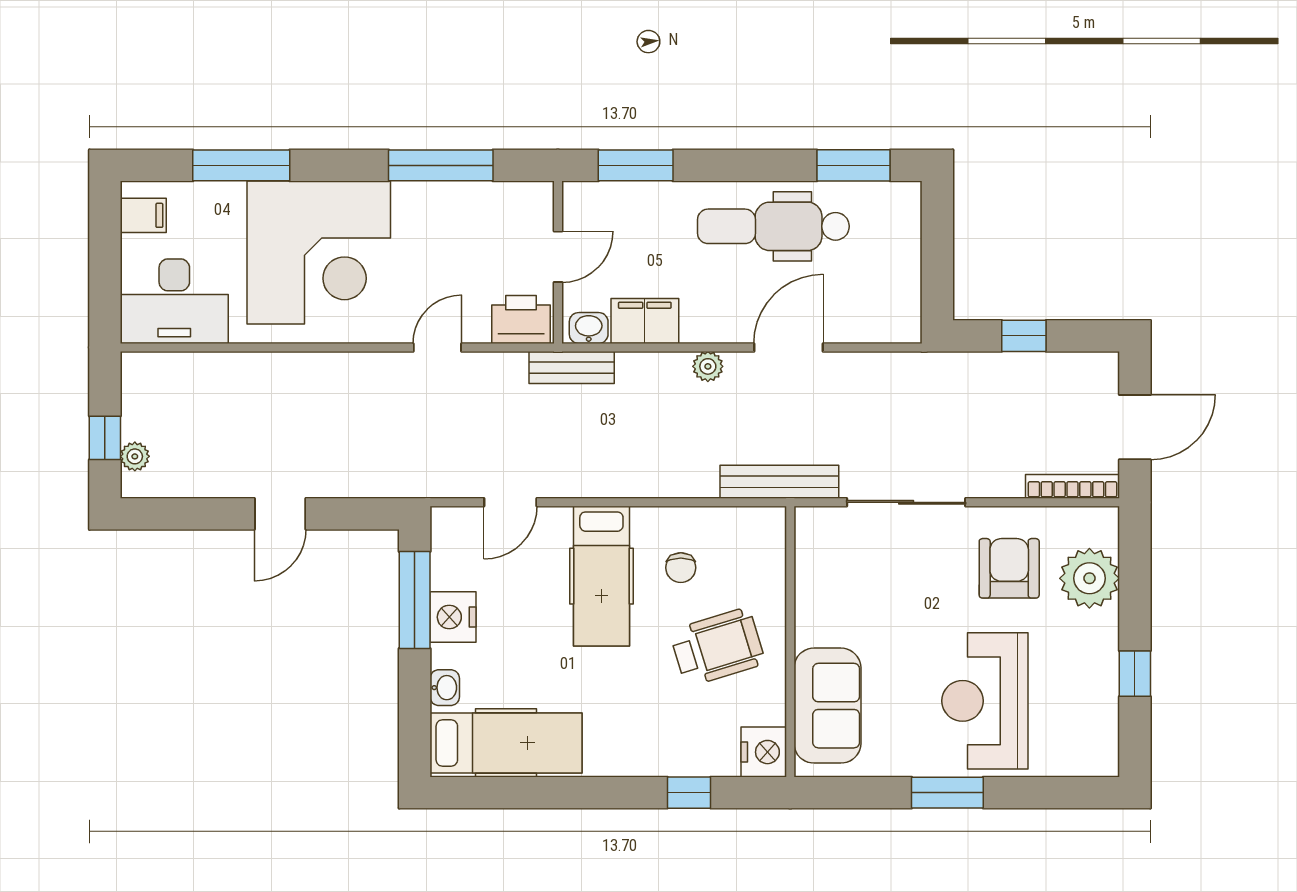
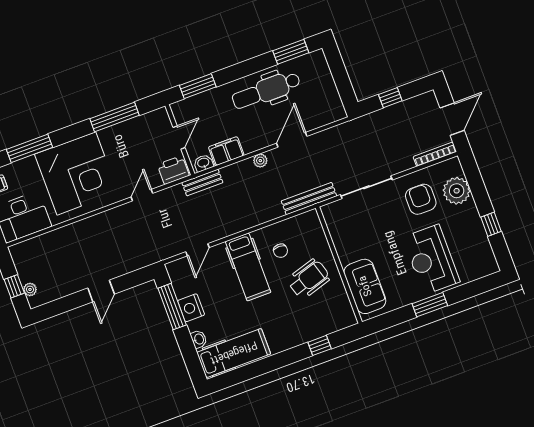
nightstand: (764, 752) -> (345, 316), removed

